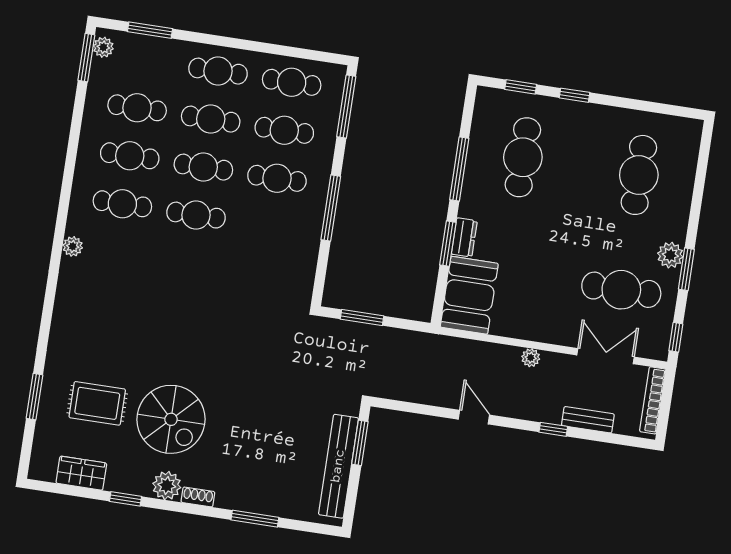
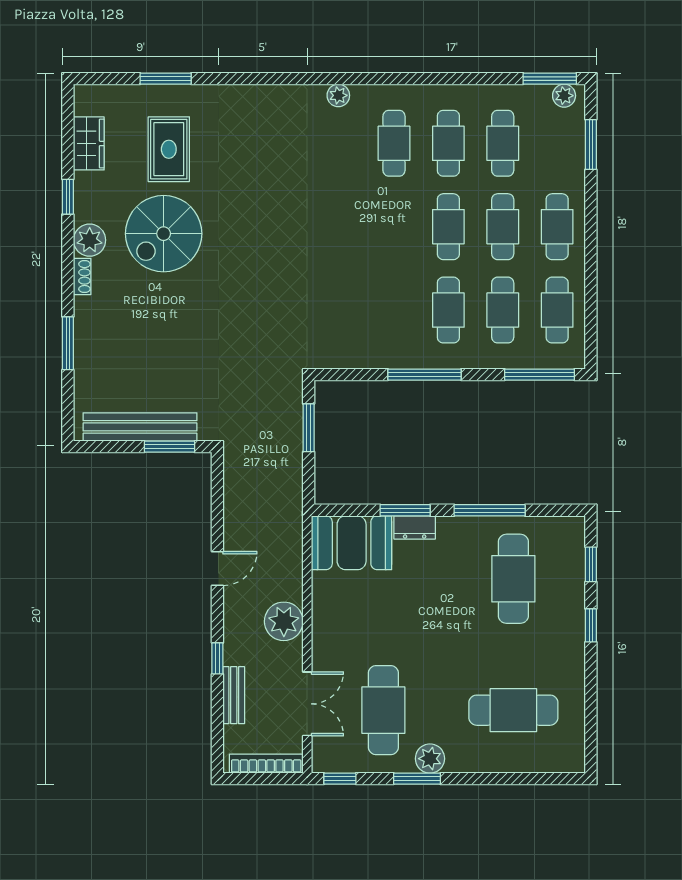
cafe table: (523, 157) -> (513, 579), turned 90
cafe table: (196, 215) -> (394, 227), removed
plant: (531, 358) -> (284, 621), width x1.87, depth x1.87

